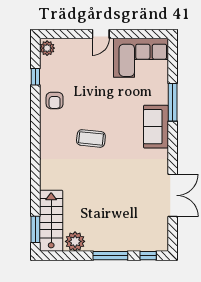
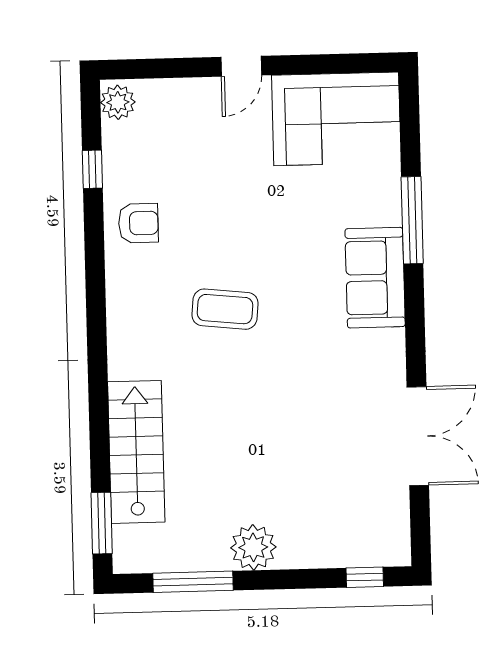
armchair: (55, 100) -> (138, 223), turned -90
stairs: (51, 221) -> (136, 452), moved
plant: (75, 241) -> (253, 547), moved
window: (110, 256) -> (193, 582), moved

